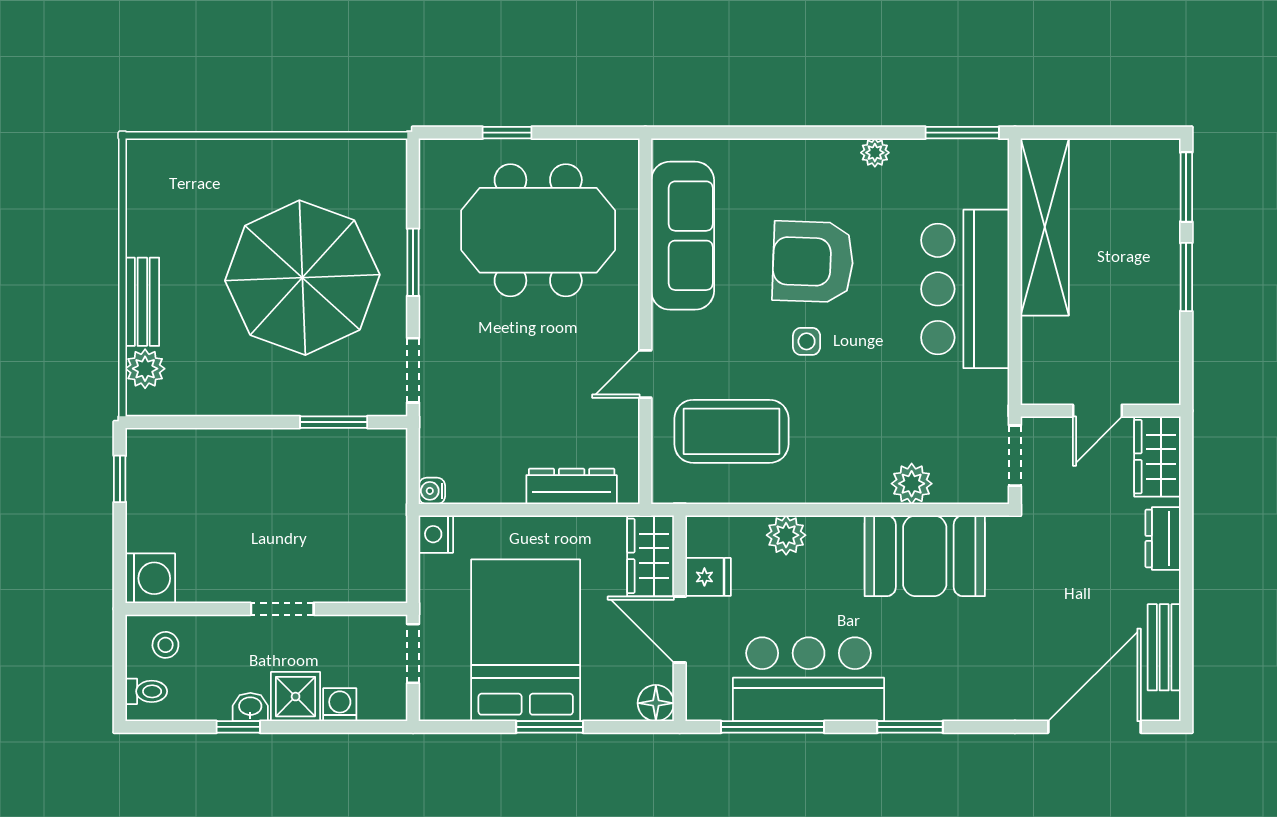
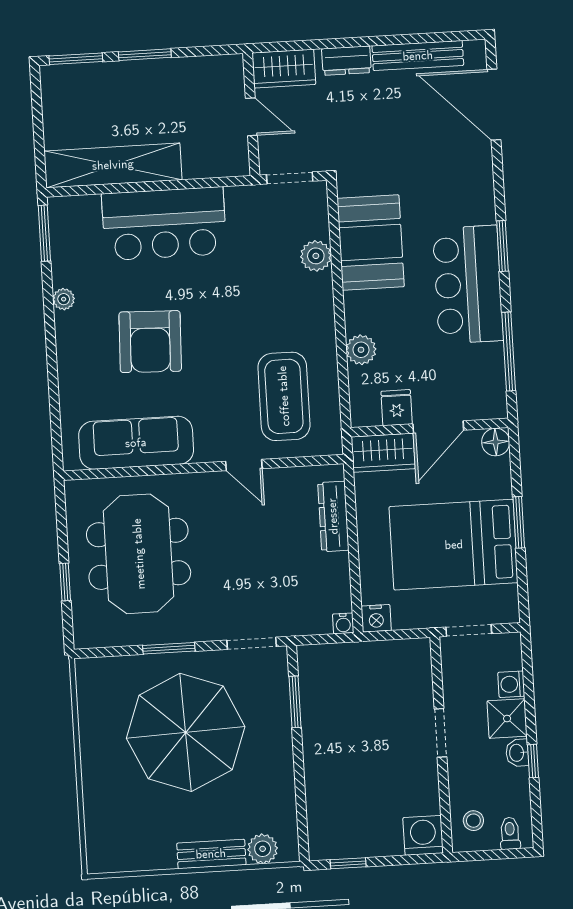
side table: (807, 341) -> (212, 343), removed
bench: (1164, 647) -> (418, 56), width x1.36
bar counter: (809, 679) -> (468, 285), moved

